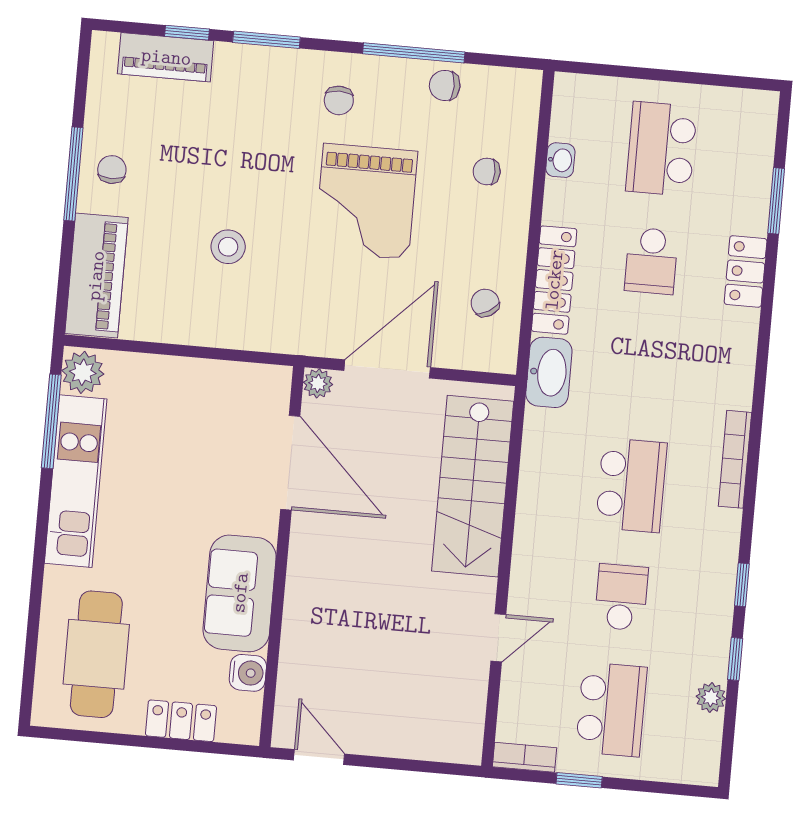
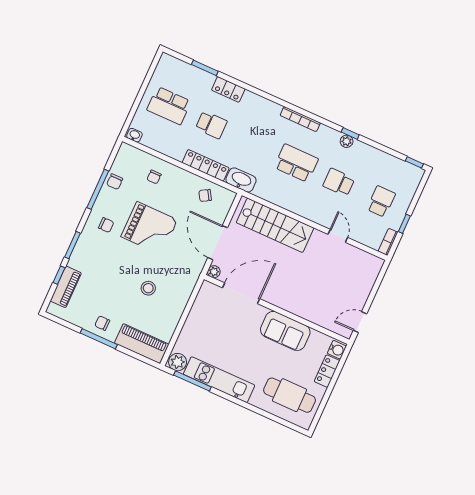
washbasin: (560, 160) -> (134, 135), moved
window: (735, 659) -> (414, 162), moved
water cooler: (248, 673) -> (337, 350), moved, turned 90
plant: (711, 698) -> (347, 141), moved
school desk: (611, 709) -> (381, 201), width x0.54

